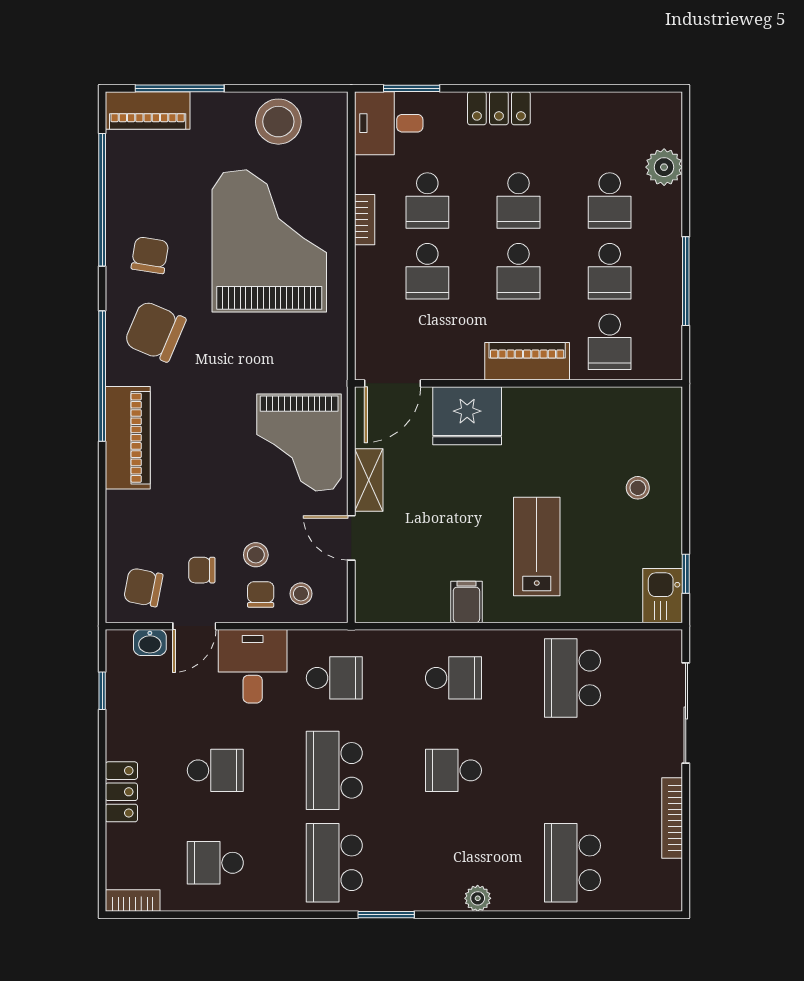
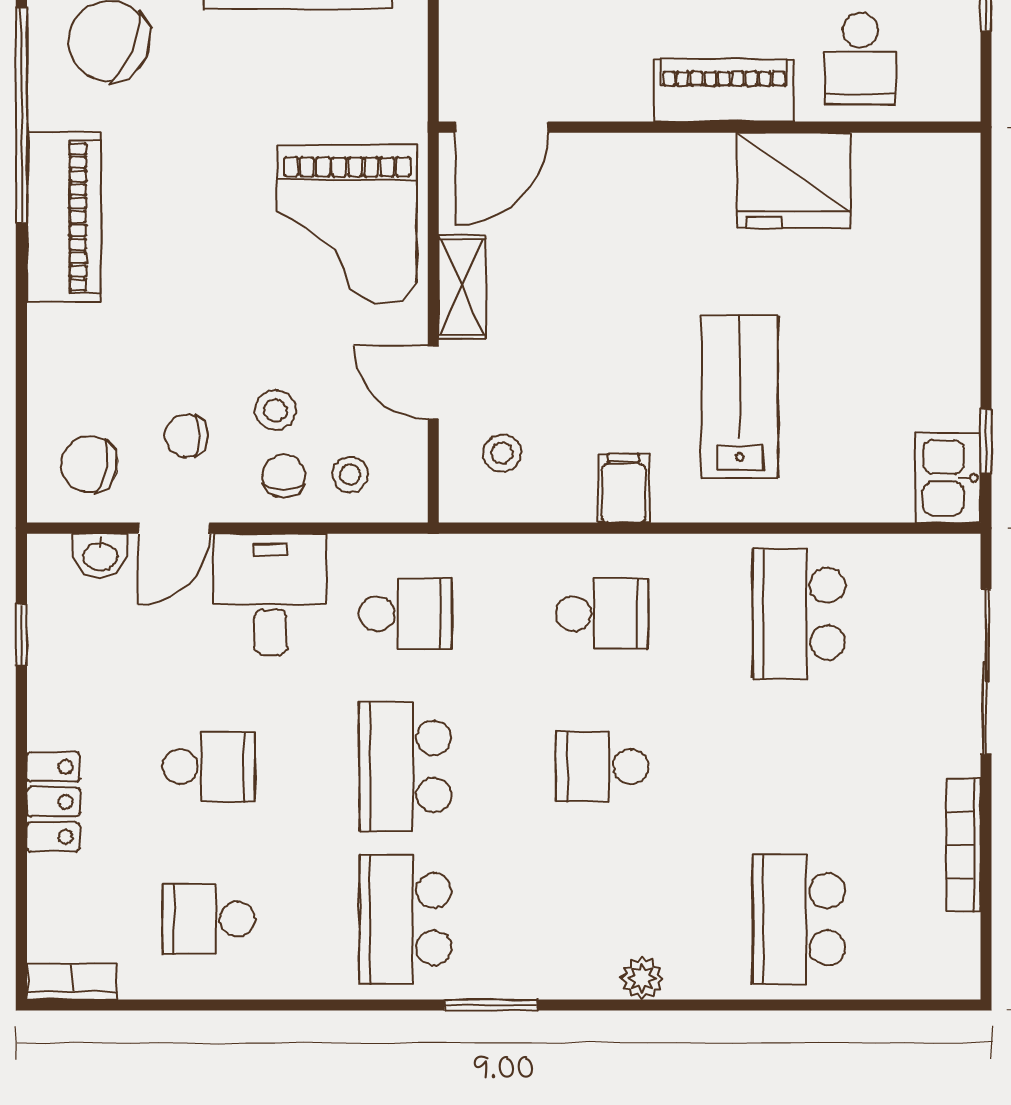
fridge: (467, 416) -> (794, 181), moved
stool: (638, 488) -> (502, 453), moved

